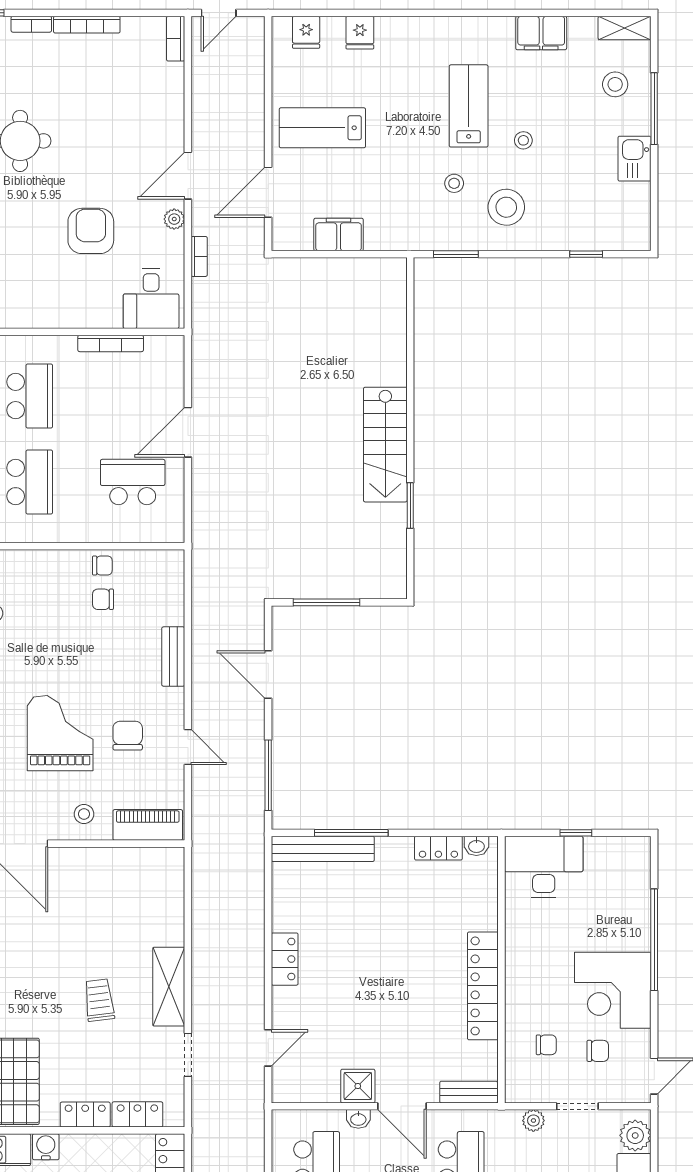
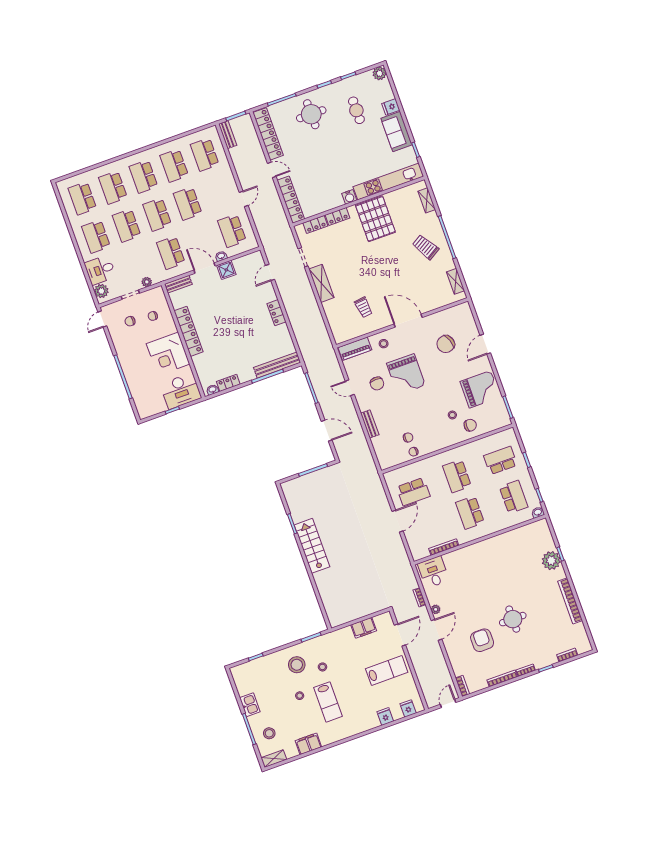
armchair: (91, 231) -> (482, 640), moved, turned 180
corner desk: (613, 990) -> (168, 354), moved, turned 180
trolley: (99, 1000) -> (364, 307), moved

